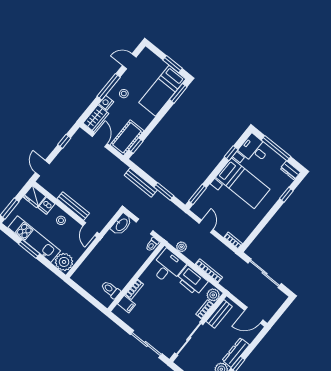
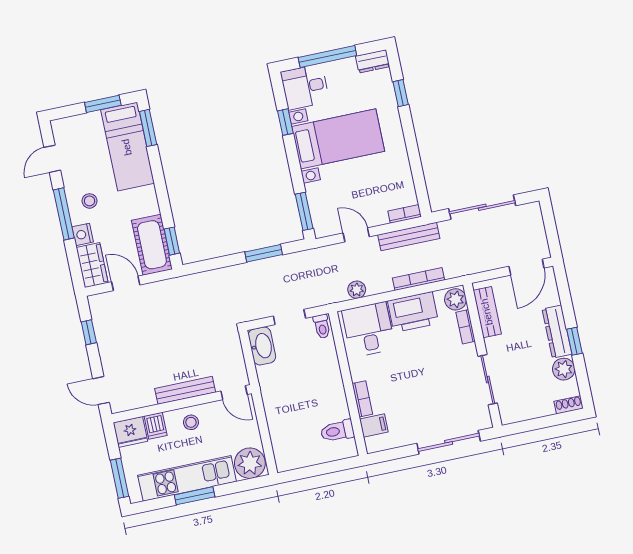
bench: (141, 183) -> (409, 237), moved
sliding door: (189, 339) -> (488, 380), width x0.73

